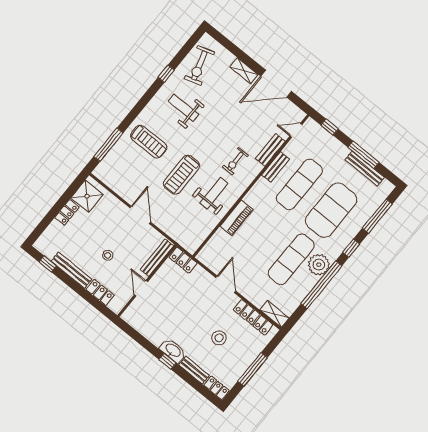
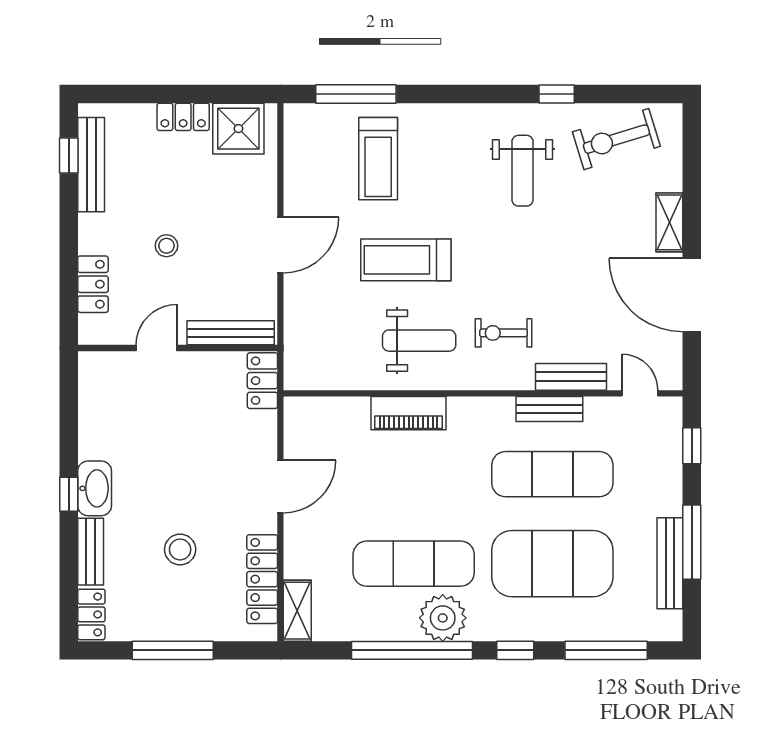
weight bench: (183, 108) -> (523, 171), turned 180
treadmill: (149, 142) -> (378, 159), moved
bench: (71, 270) -> (91, 165), moved

